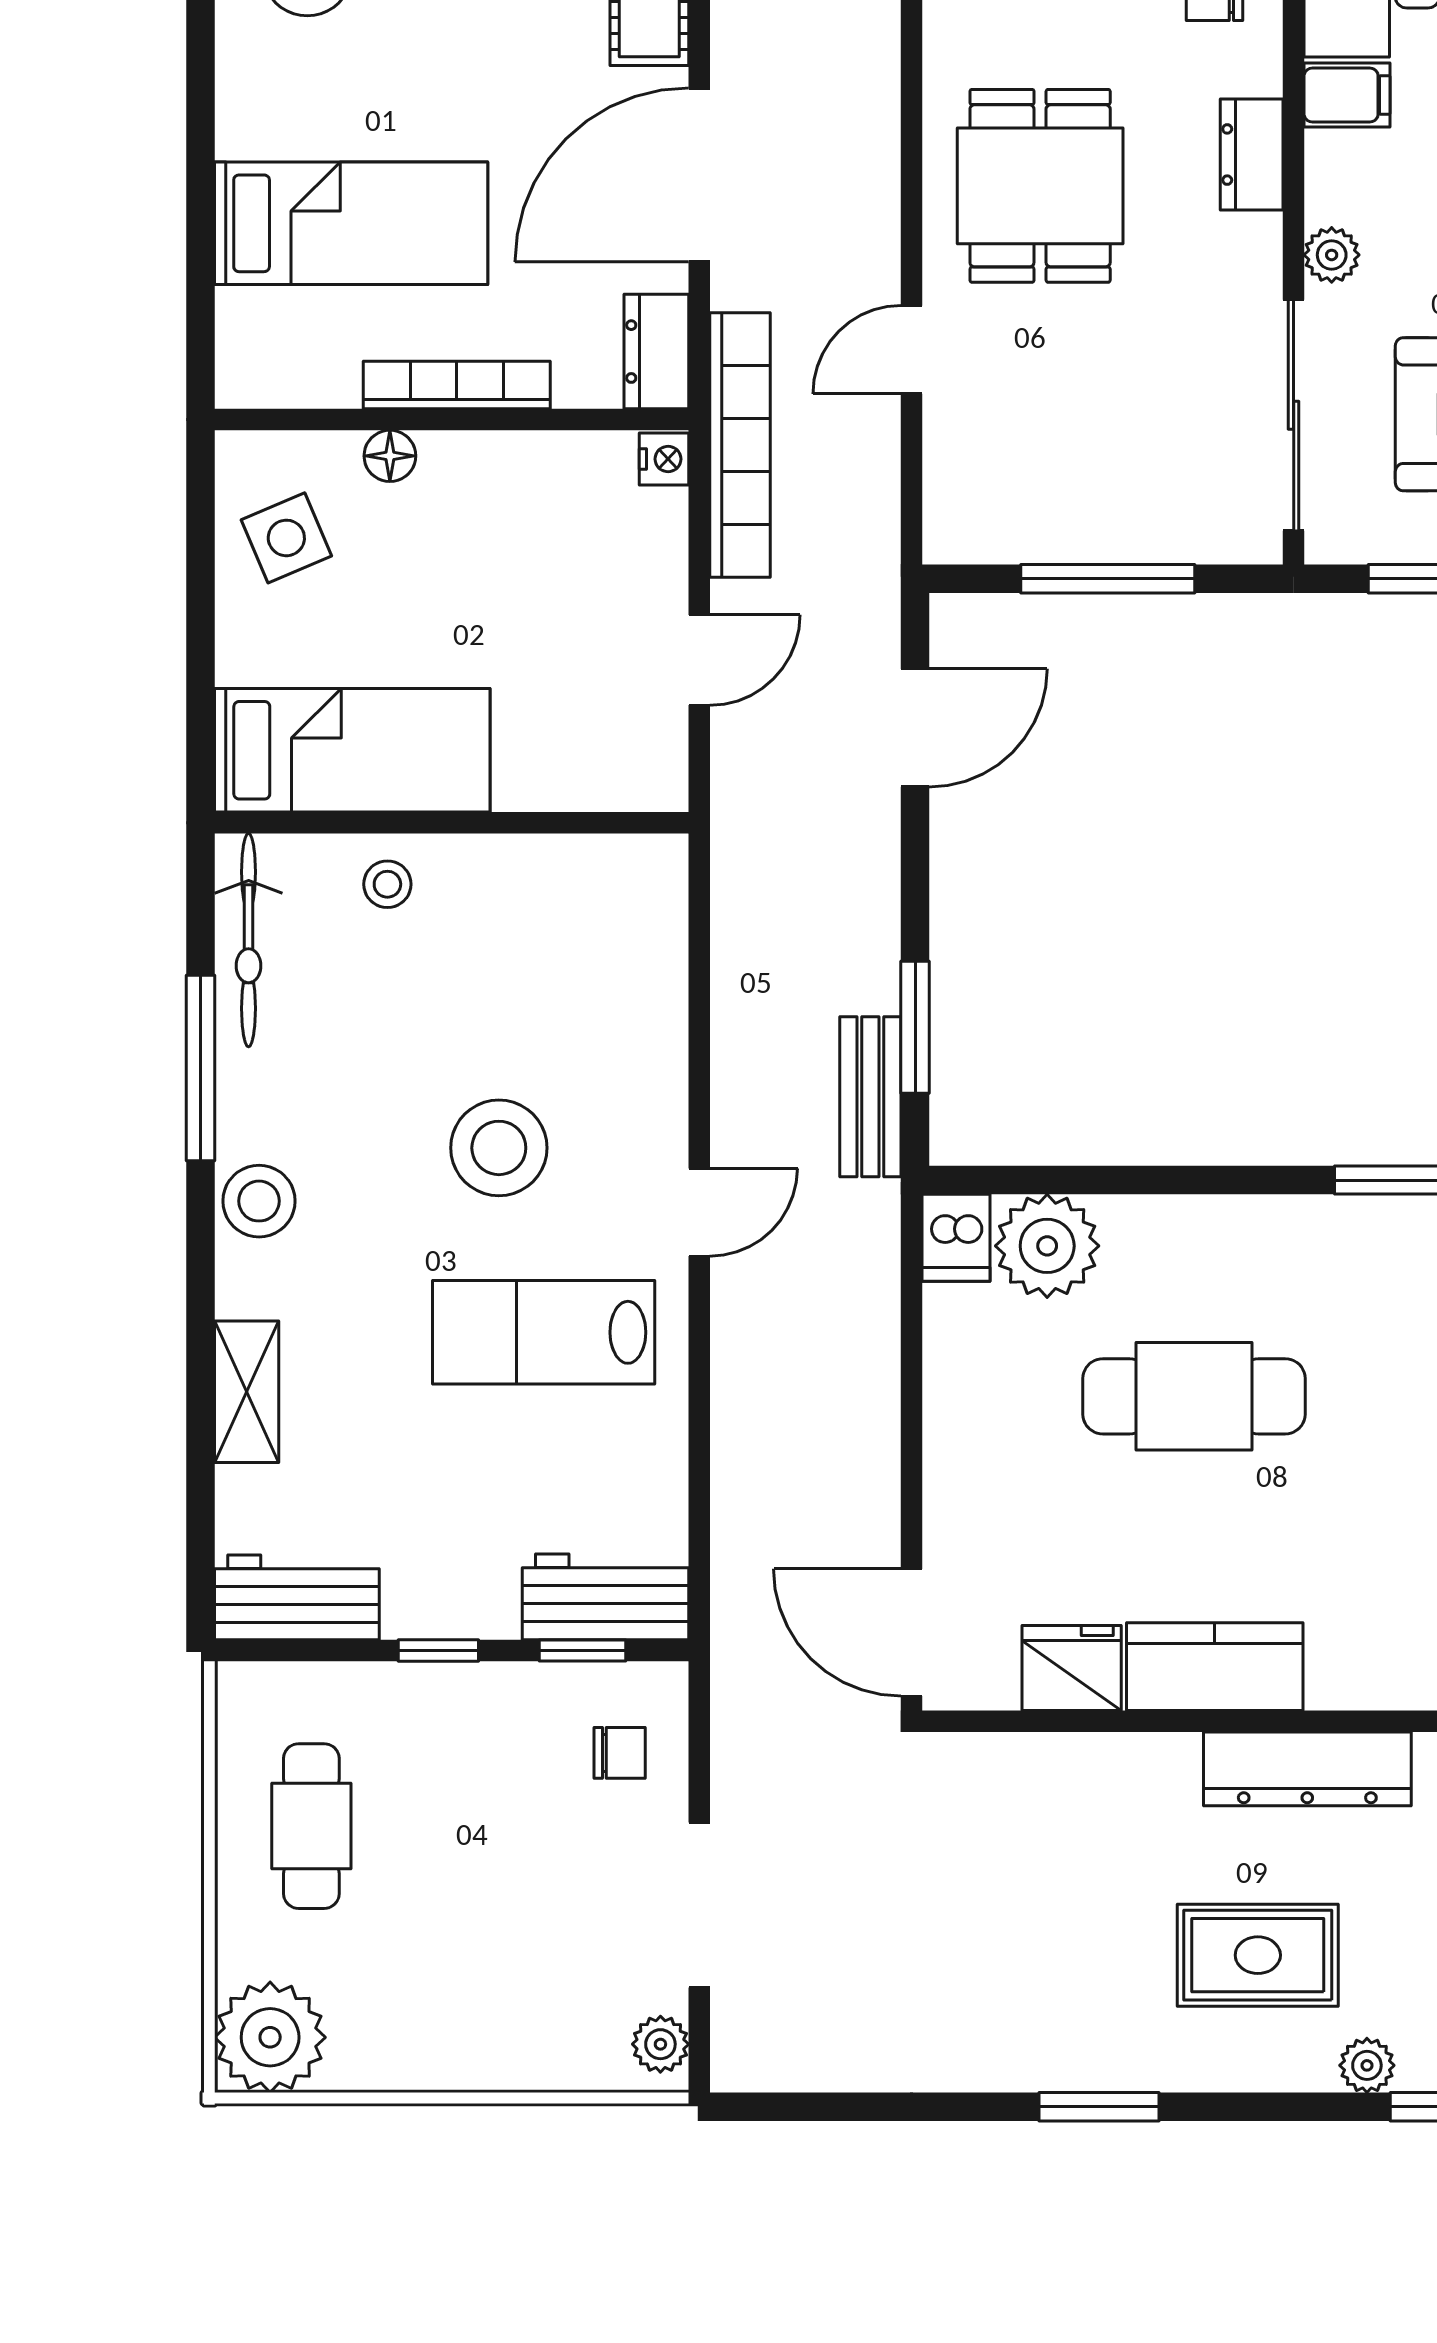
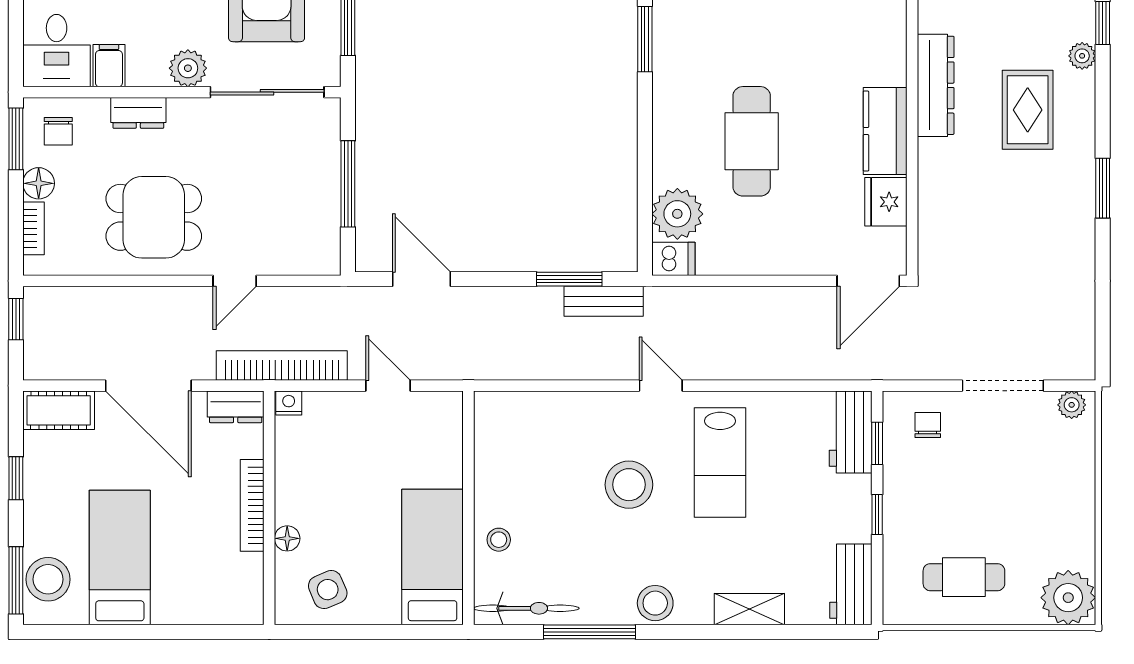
bed: (351, 223) -> (120, 558), moved
plant: (1332, 255) -> (188, 68), width x1.38, depth x1.38
door: (912, 350) -> (235, 281), hinge flipped

